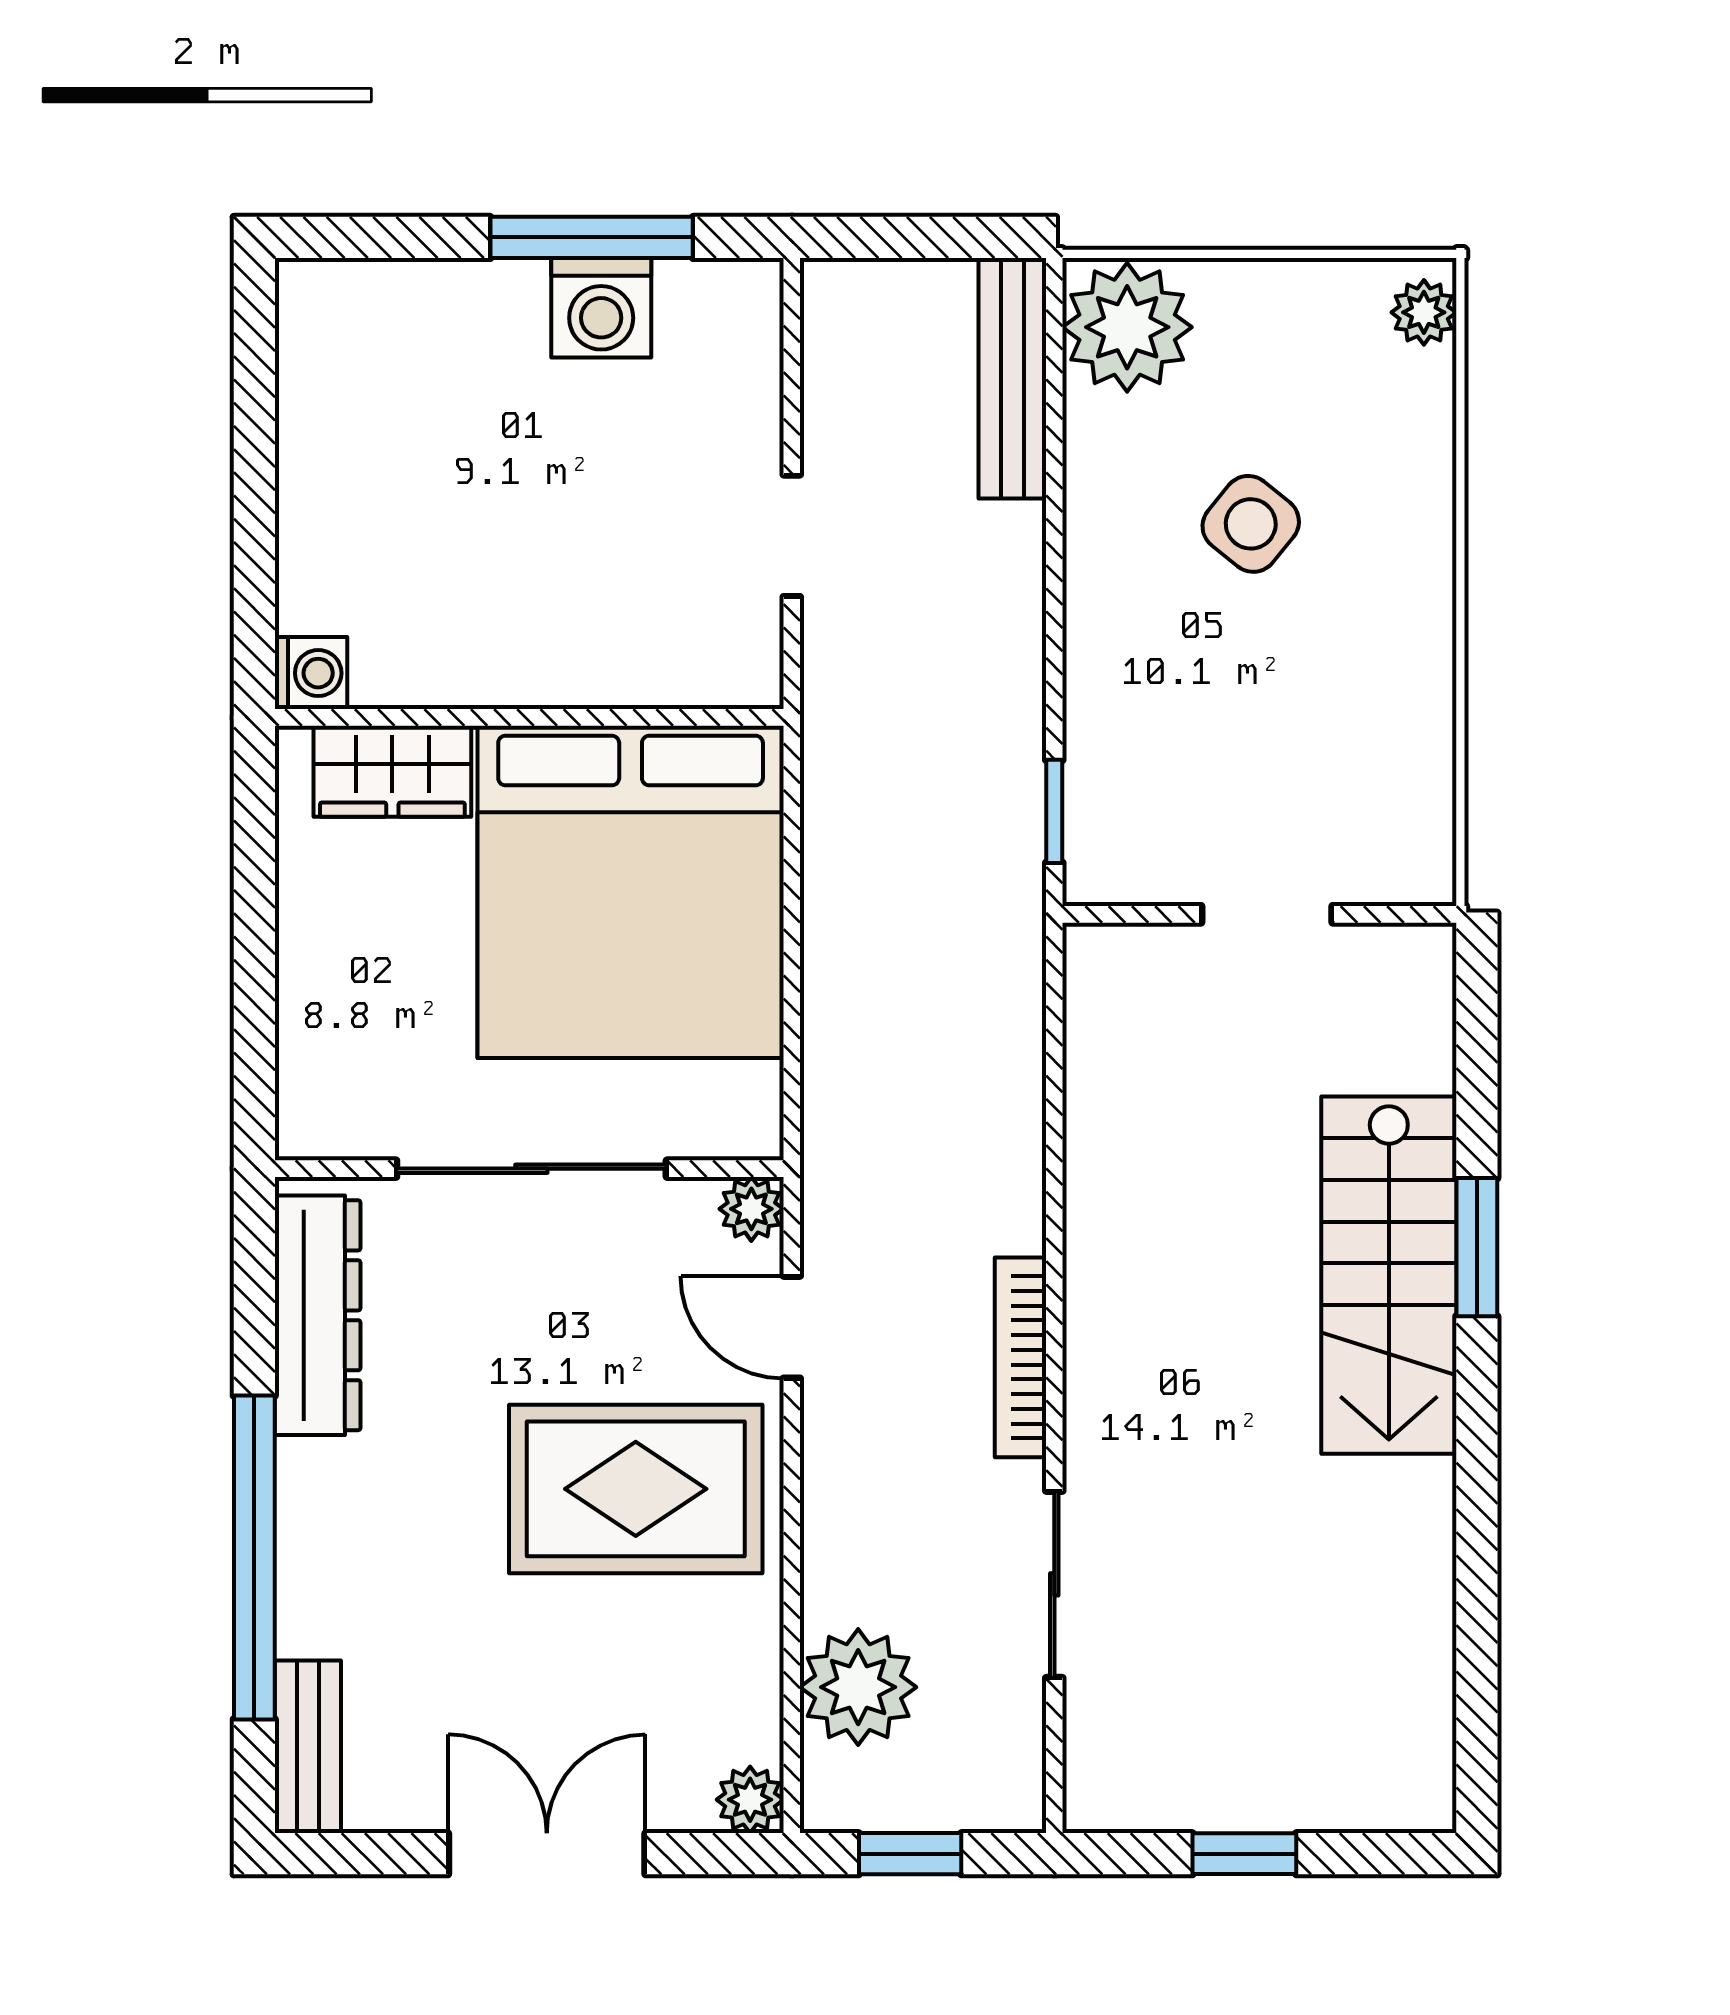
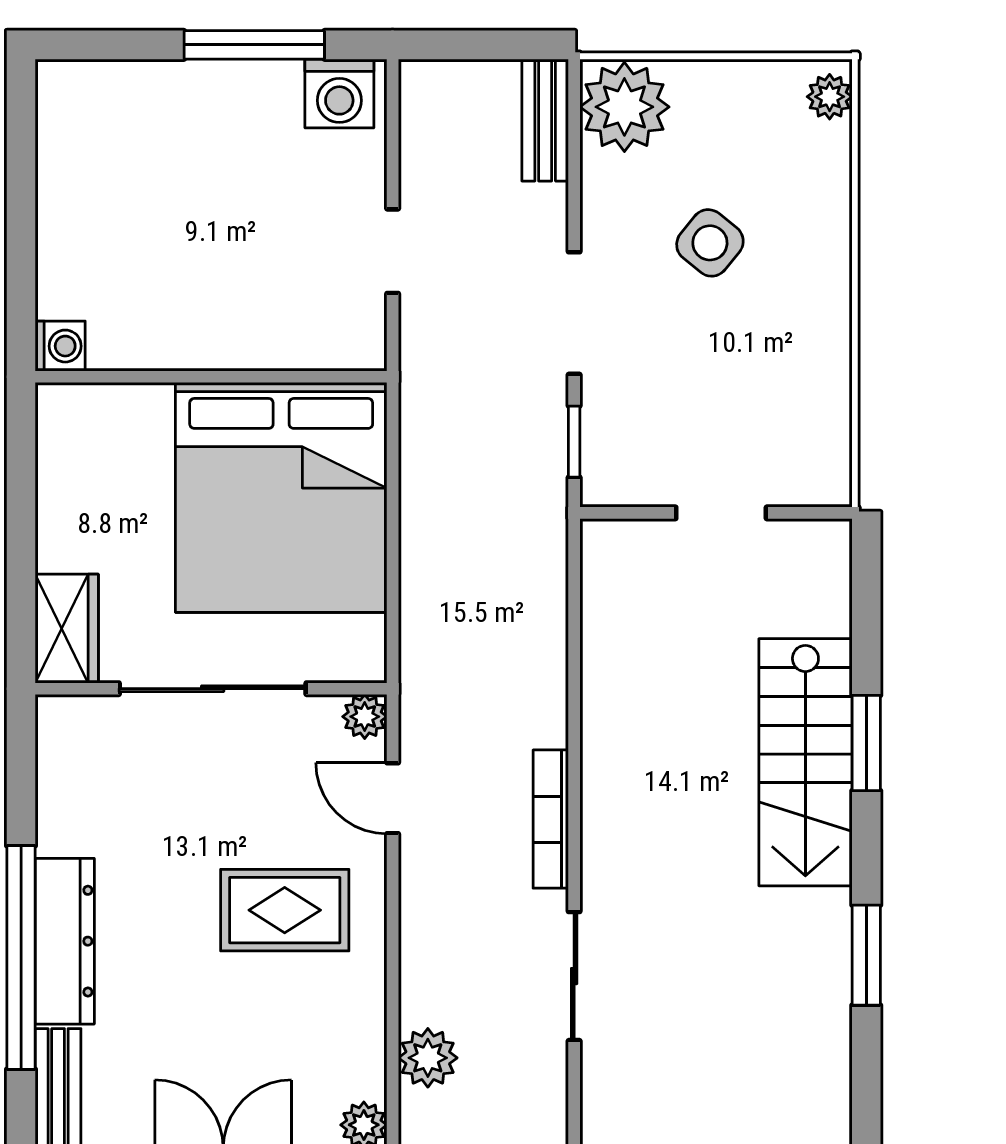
washing machine: (601, 308) -> (339, 94), moved
bench: (1012, 378) -> (545, 120), width x0.73
doorway: (1054, 625) -> (574, 313), added
wardrobe: (392, 771) -> (67, 629), moved, turned -90
dresser: (318, 1315) -> (65, 941), moved
rug: (636, 1489) -> (285, 910), width x0.73, depth x0.70
window: (1477, 1554) -> (866, 955), added
plant: (858, 1687) -> (428, 1058), width x0.73, depth x0.73

